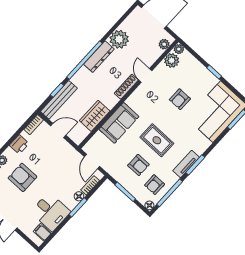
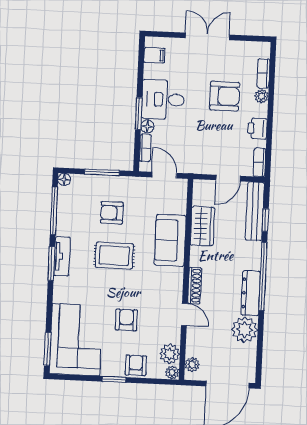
armchair: (155, 185) -> (136, 365), moved
desk: (51, 212) -> (163, 100), moved

